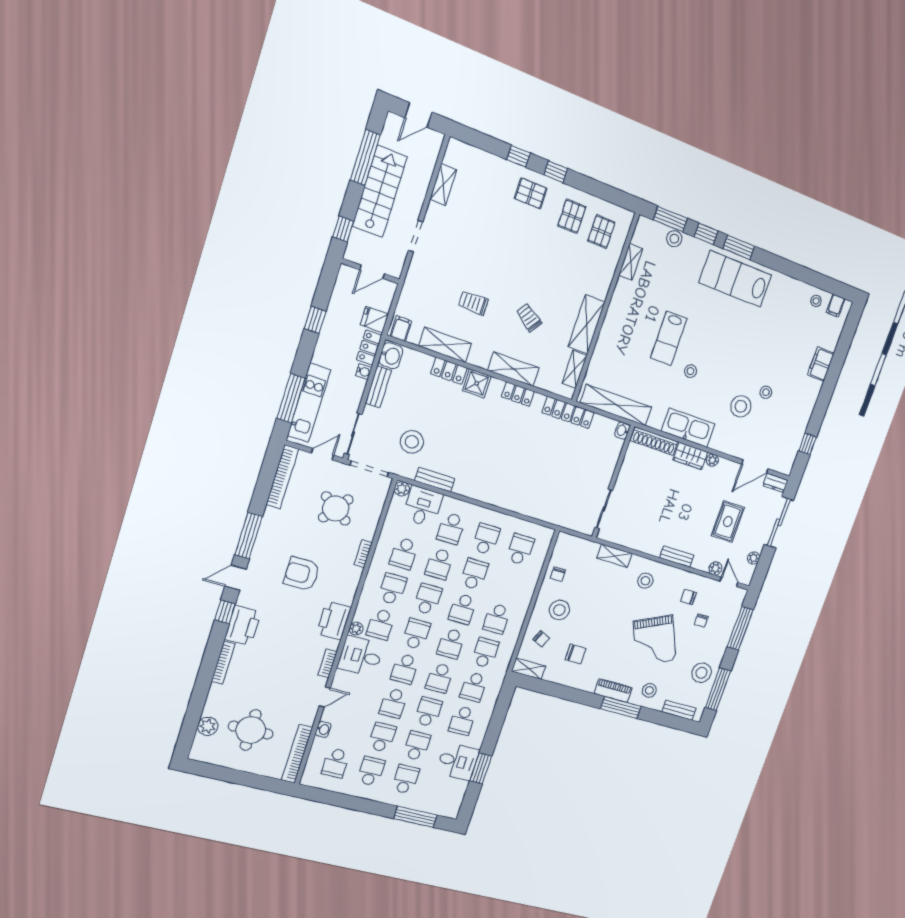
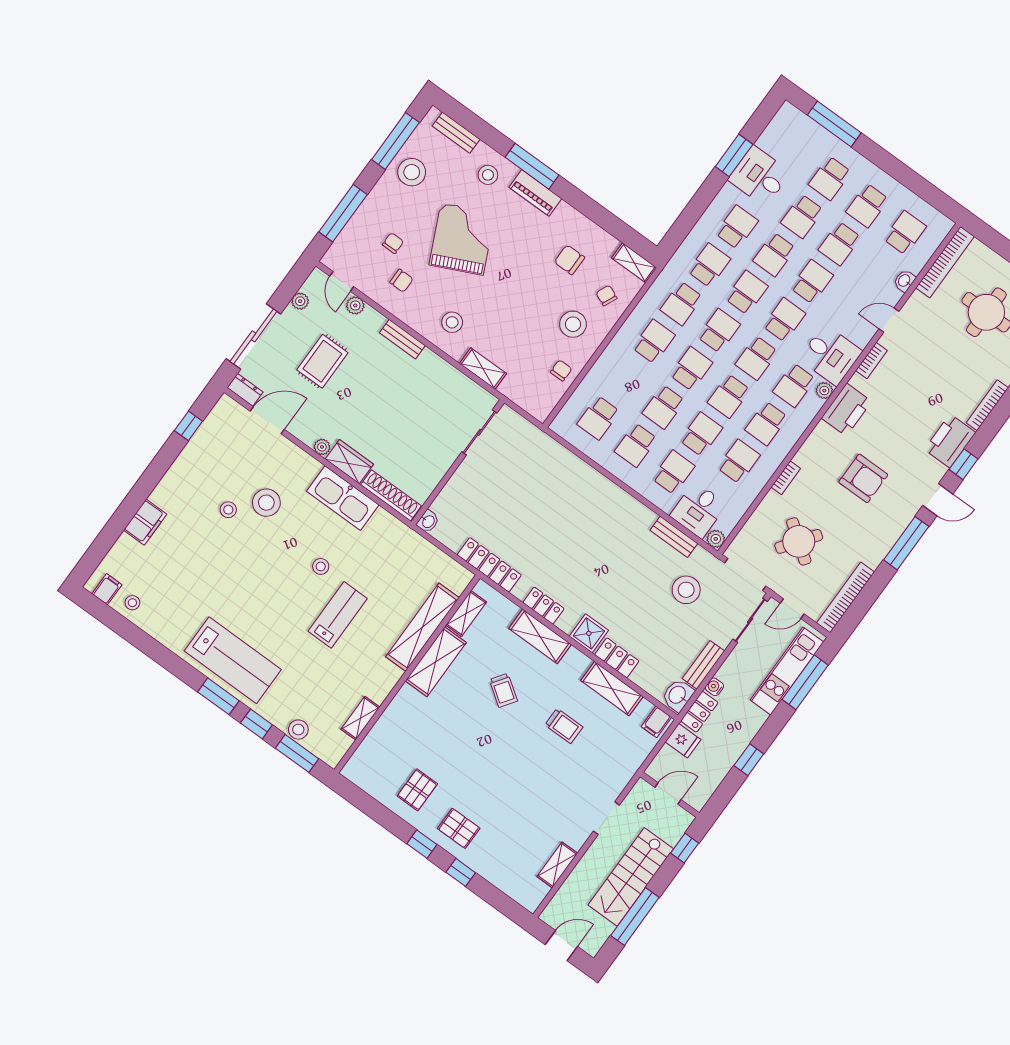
pallet: (601, 232) -> (386, 763), removed
shelving: (616, 405) -> (422, 627), moved, turned 90
school desk: (381, 624) -> (794, 385), turned 180

